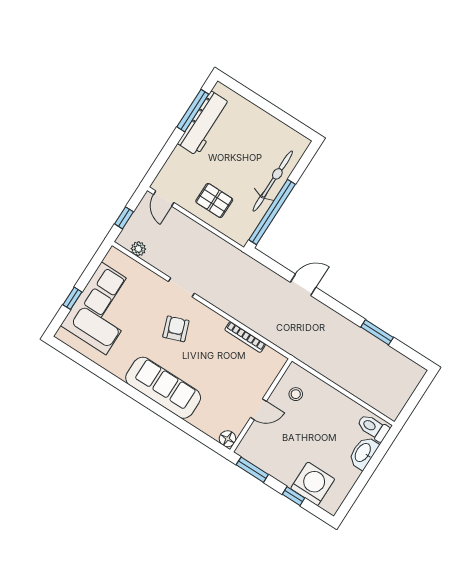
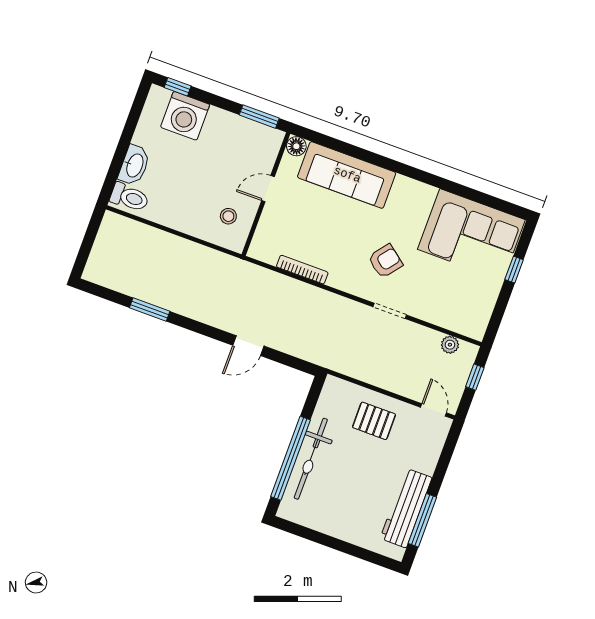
window: (272, 212) -> (290, 458), moved
corner sofa: (104, 308) -> (471, 235), moved, turned -90
armchair: (176, 329) -> (385, 261), turned -122
sofa: (163, 388) -> (347, 175), moved
window: (294, 496) -> (178, 87), moved

